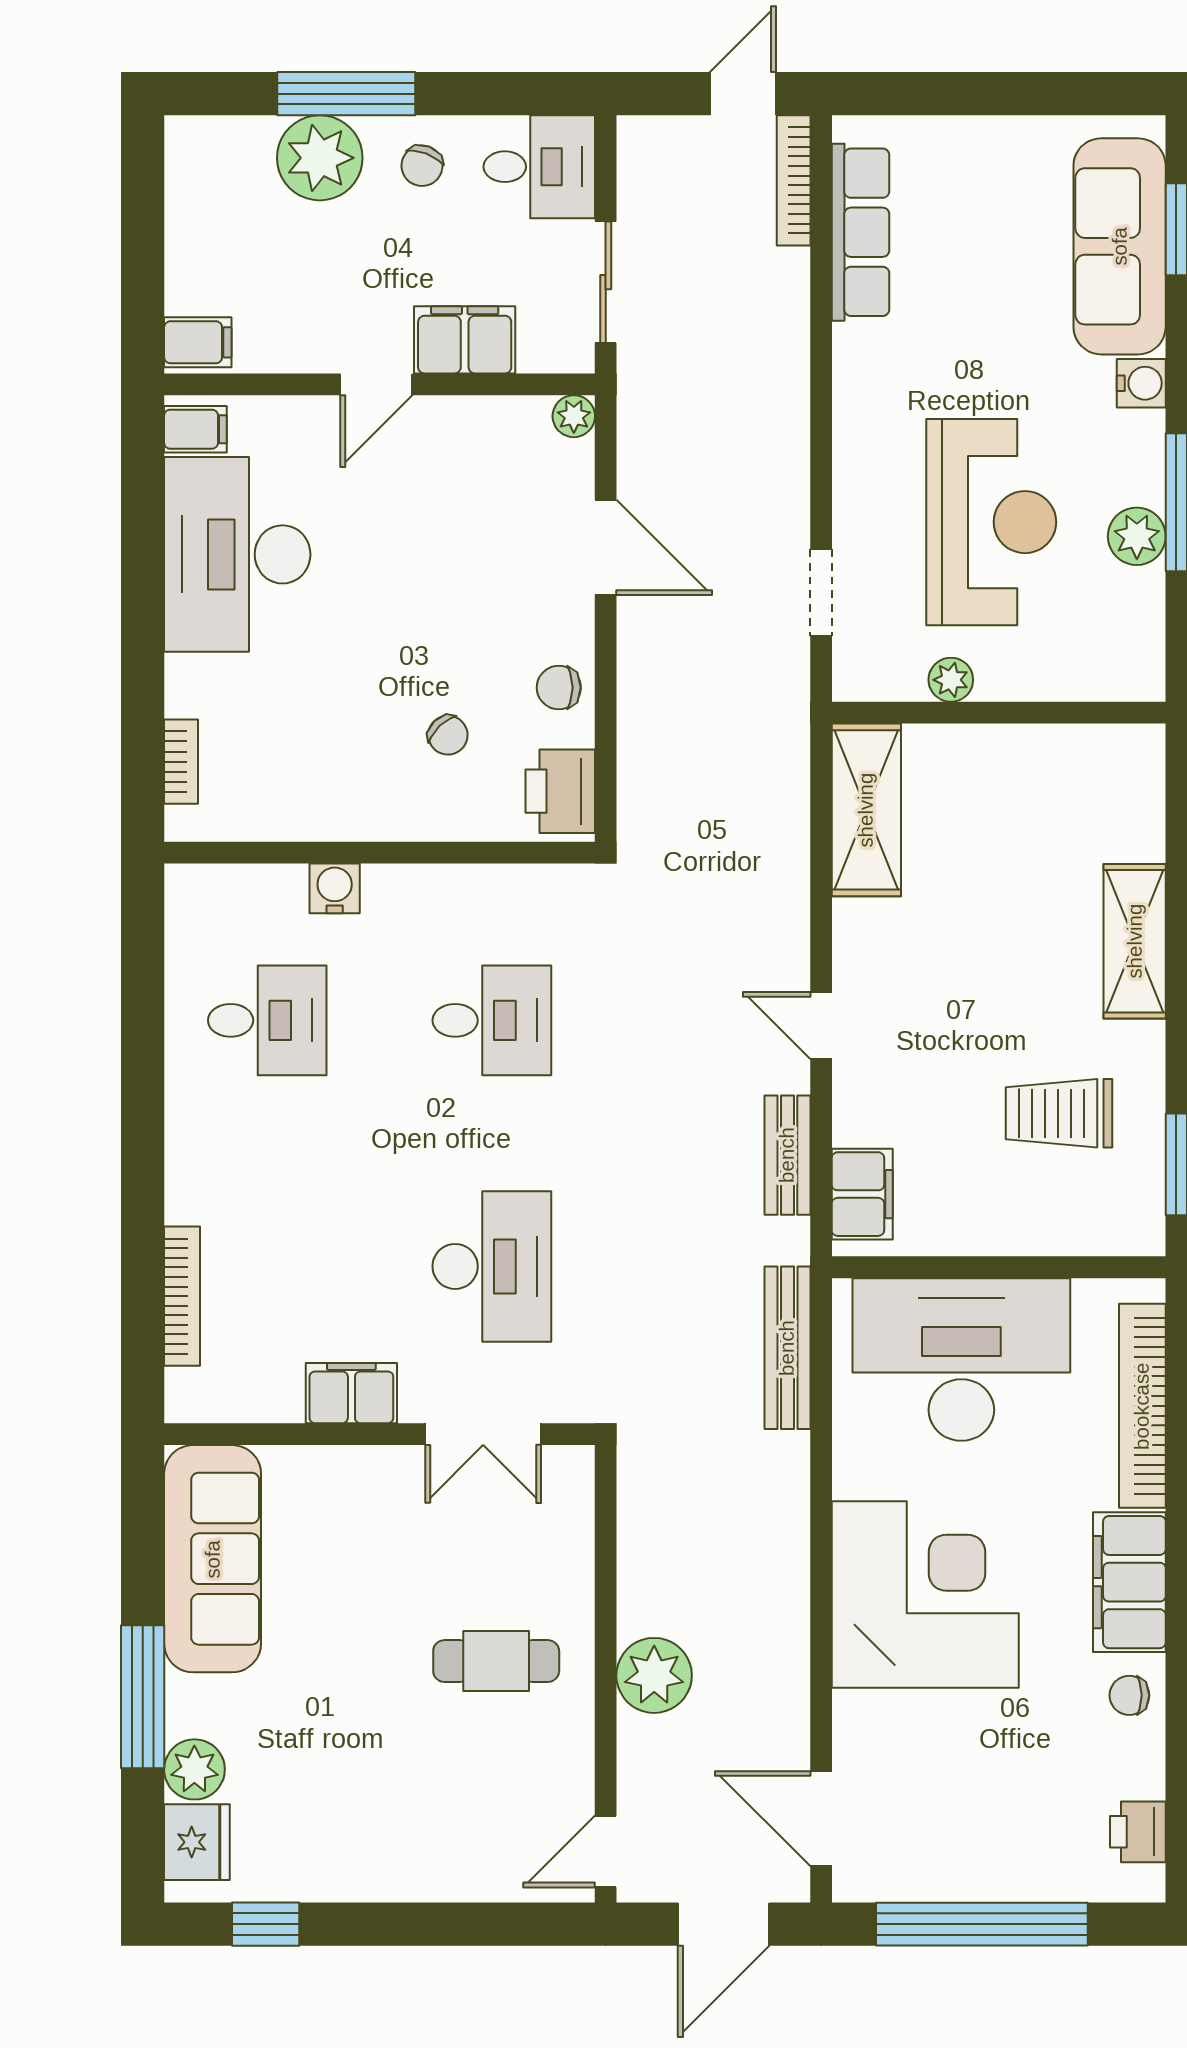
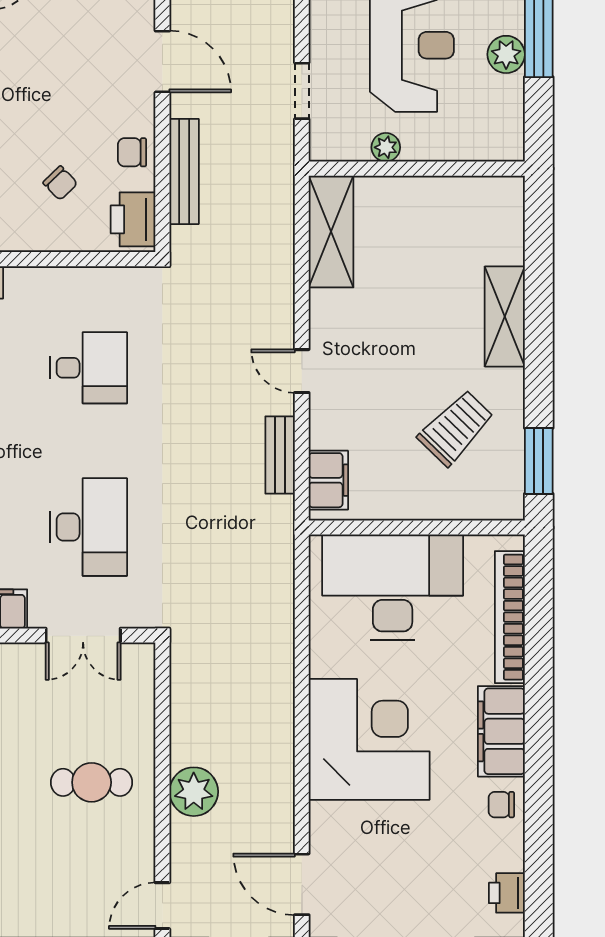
trolley: (1059, 1113) -> (456, 428), turned 134
bench: (787, 1348) -> (184, 171), moved

